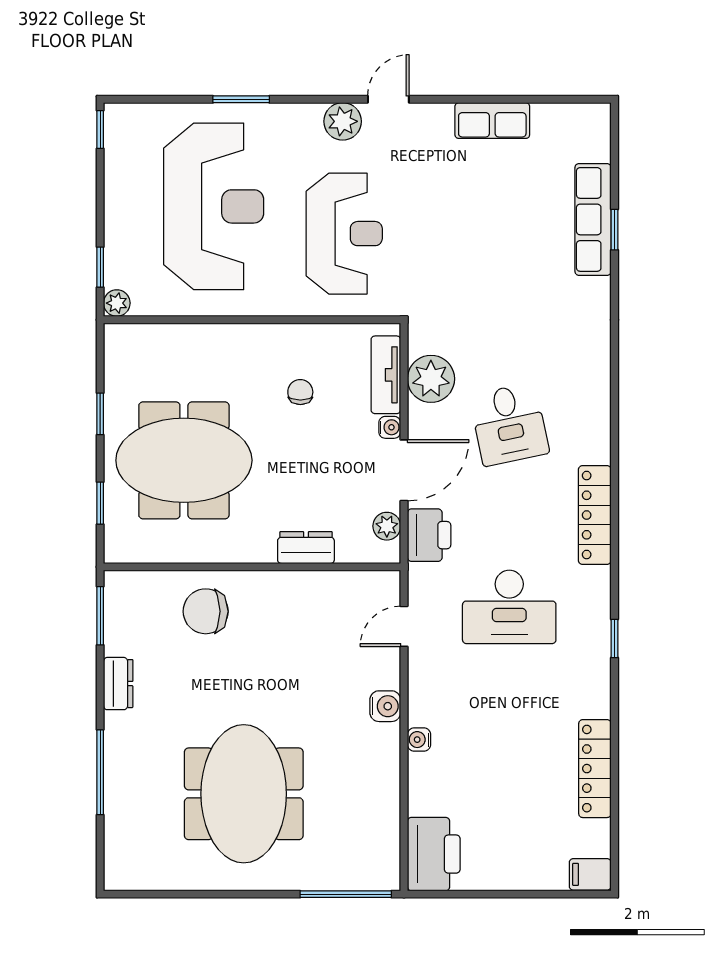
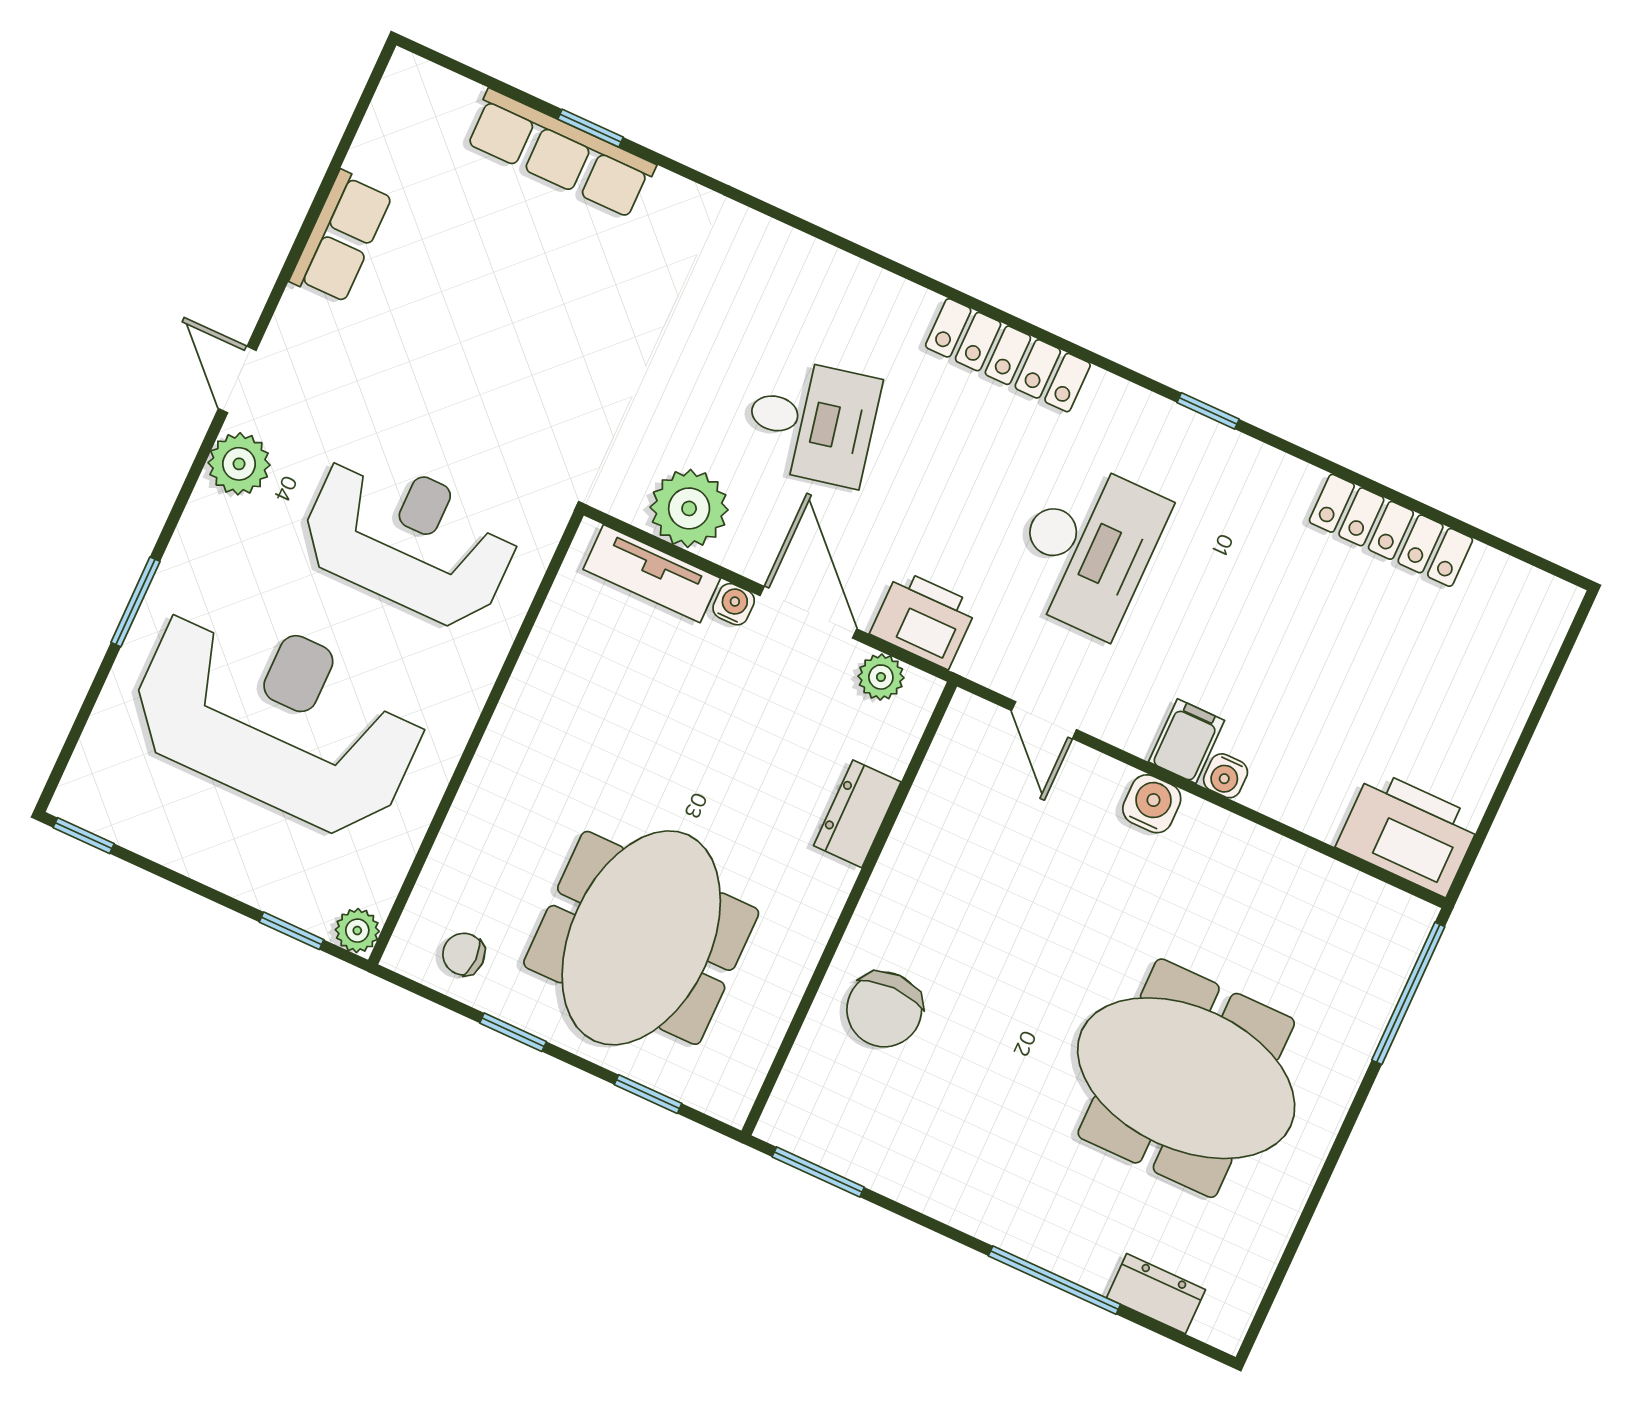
chair: (300, 392) -> (464, 954), moved
dresser: (118, 684) -> (1156, 1294), moved
filing cabinet: (590, 874) -> (1187, 741), moved, turned 180

